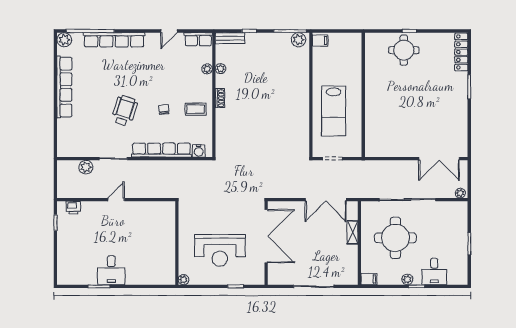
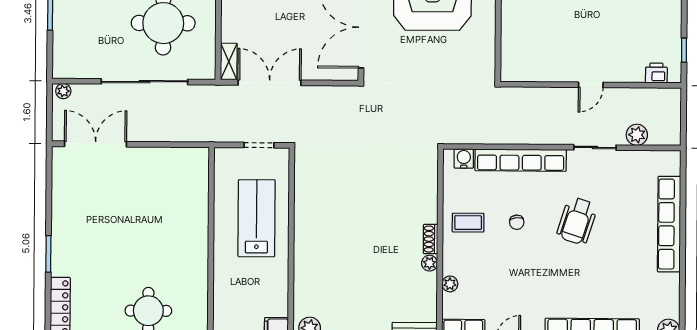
plant: (221, 69) -> (430, 263), moved
row of seats: (64, 87) -> (669, 224), moved
shelving: (353, 232) -> (229, 62), moved

